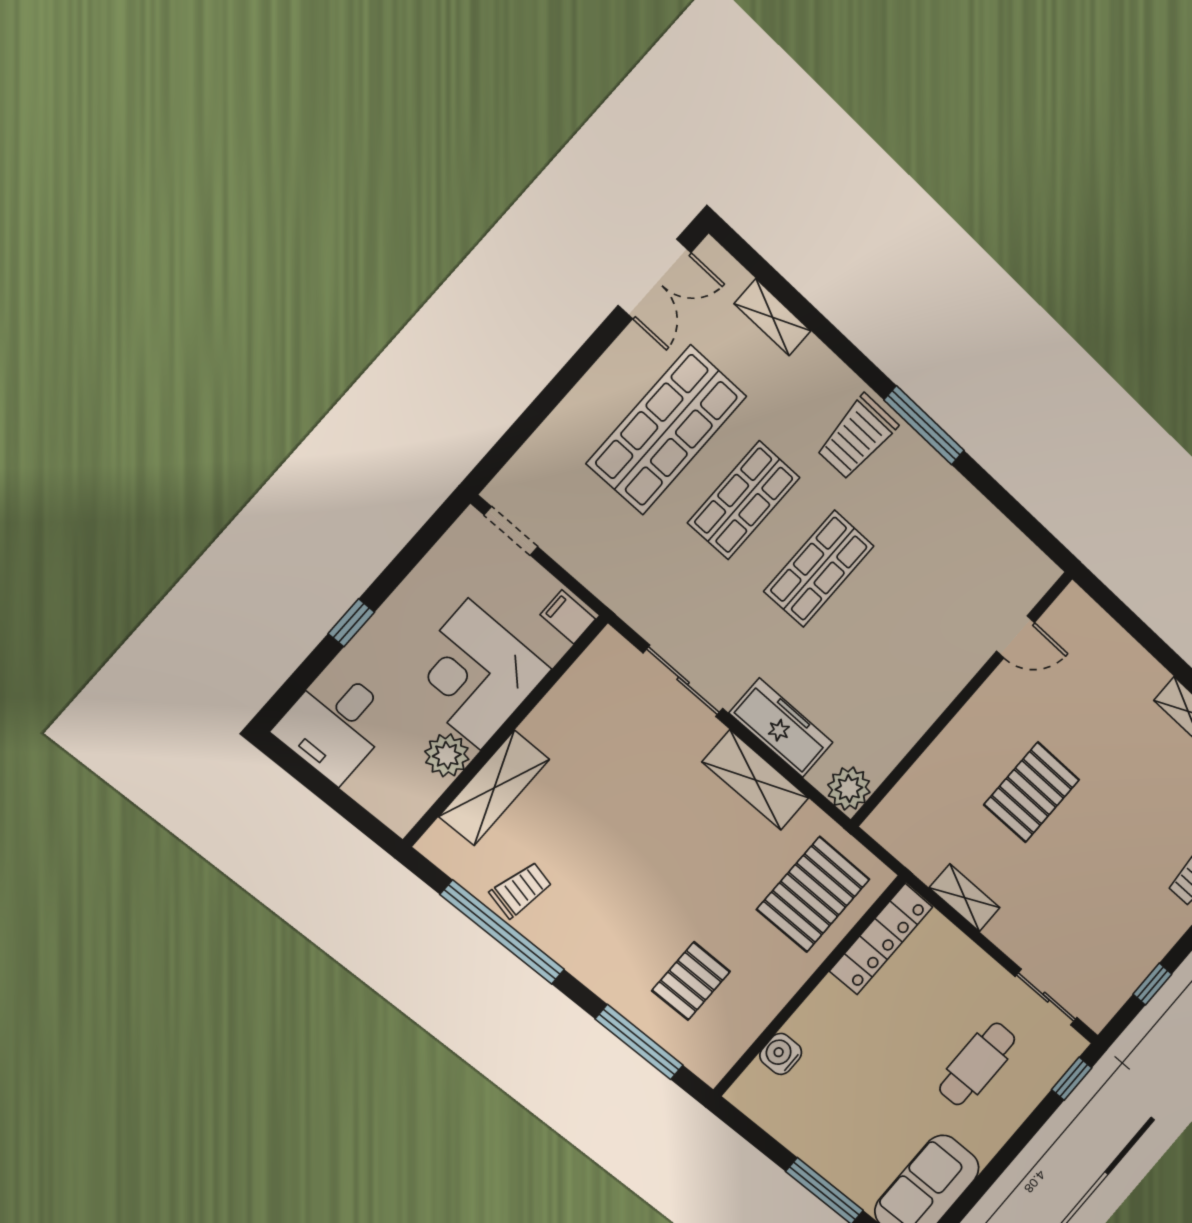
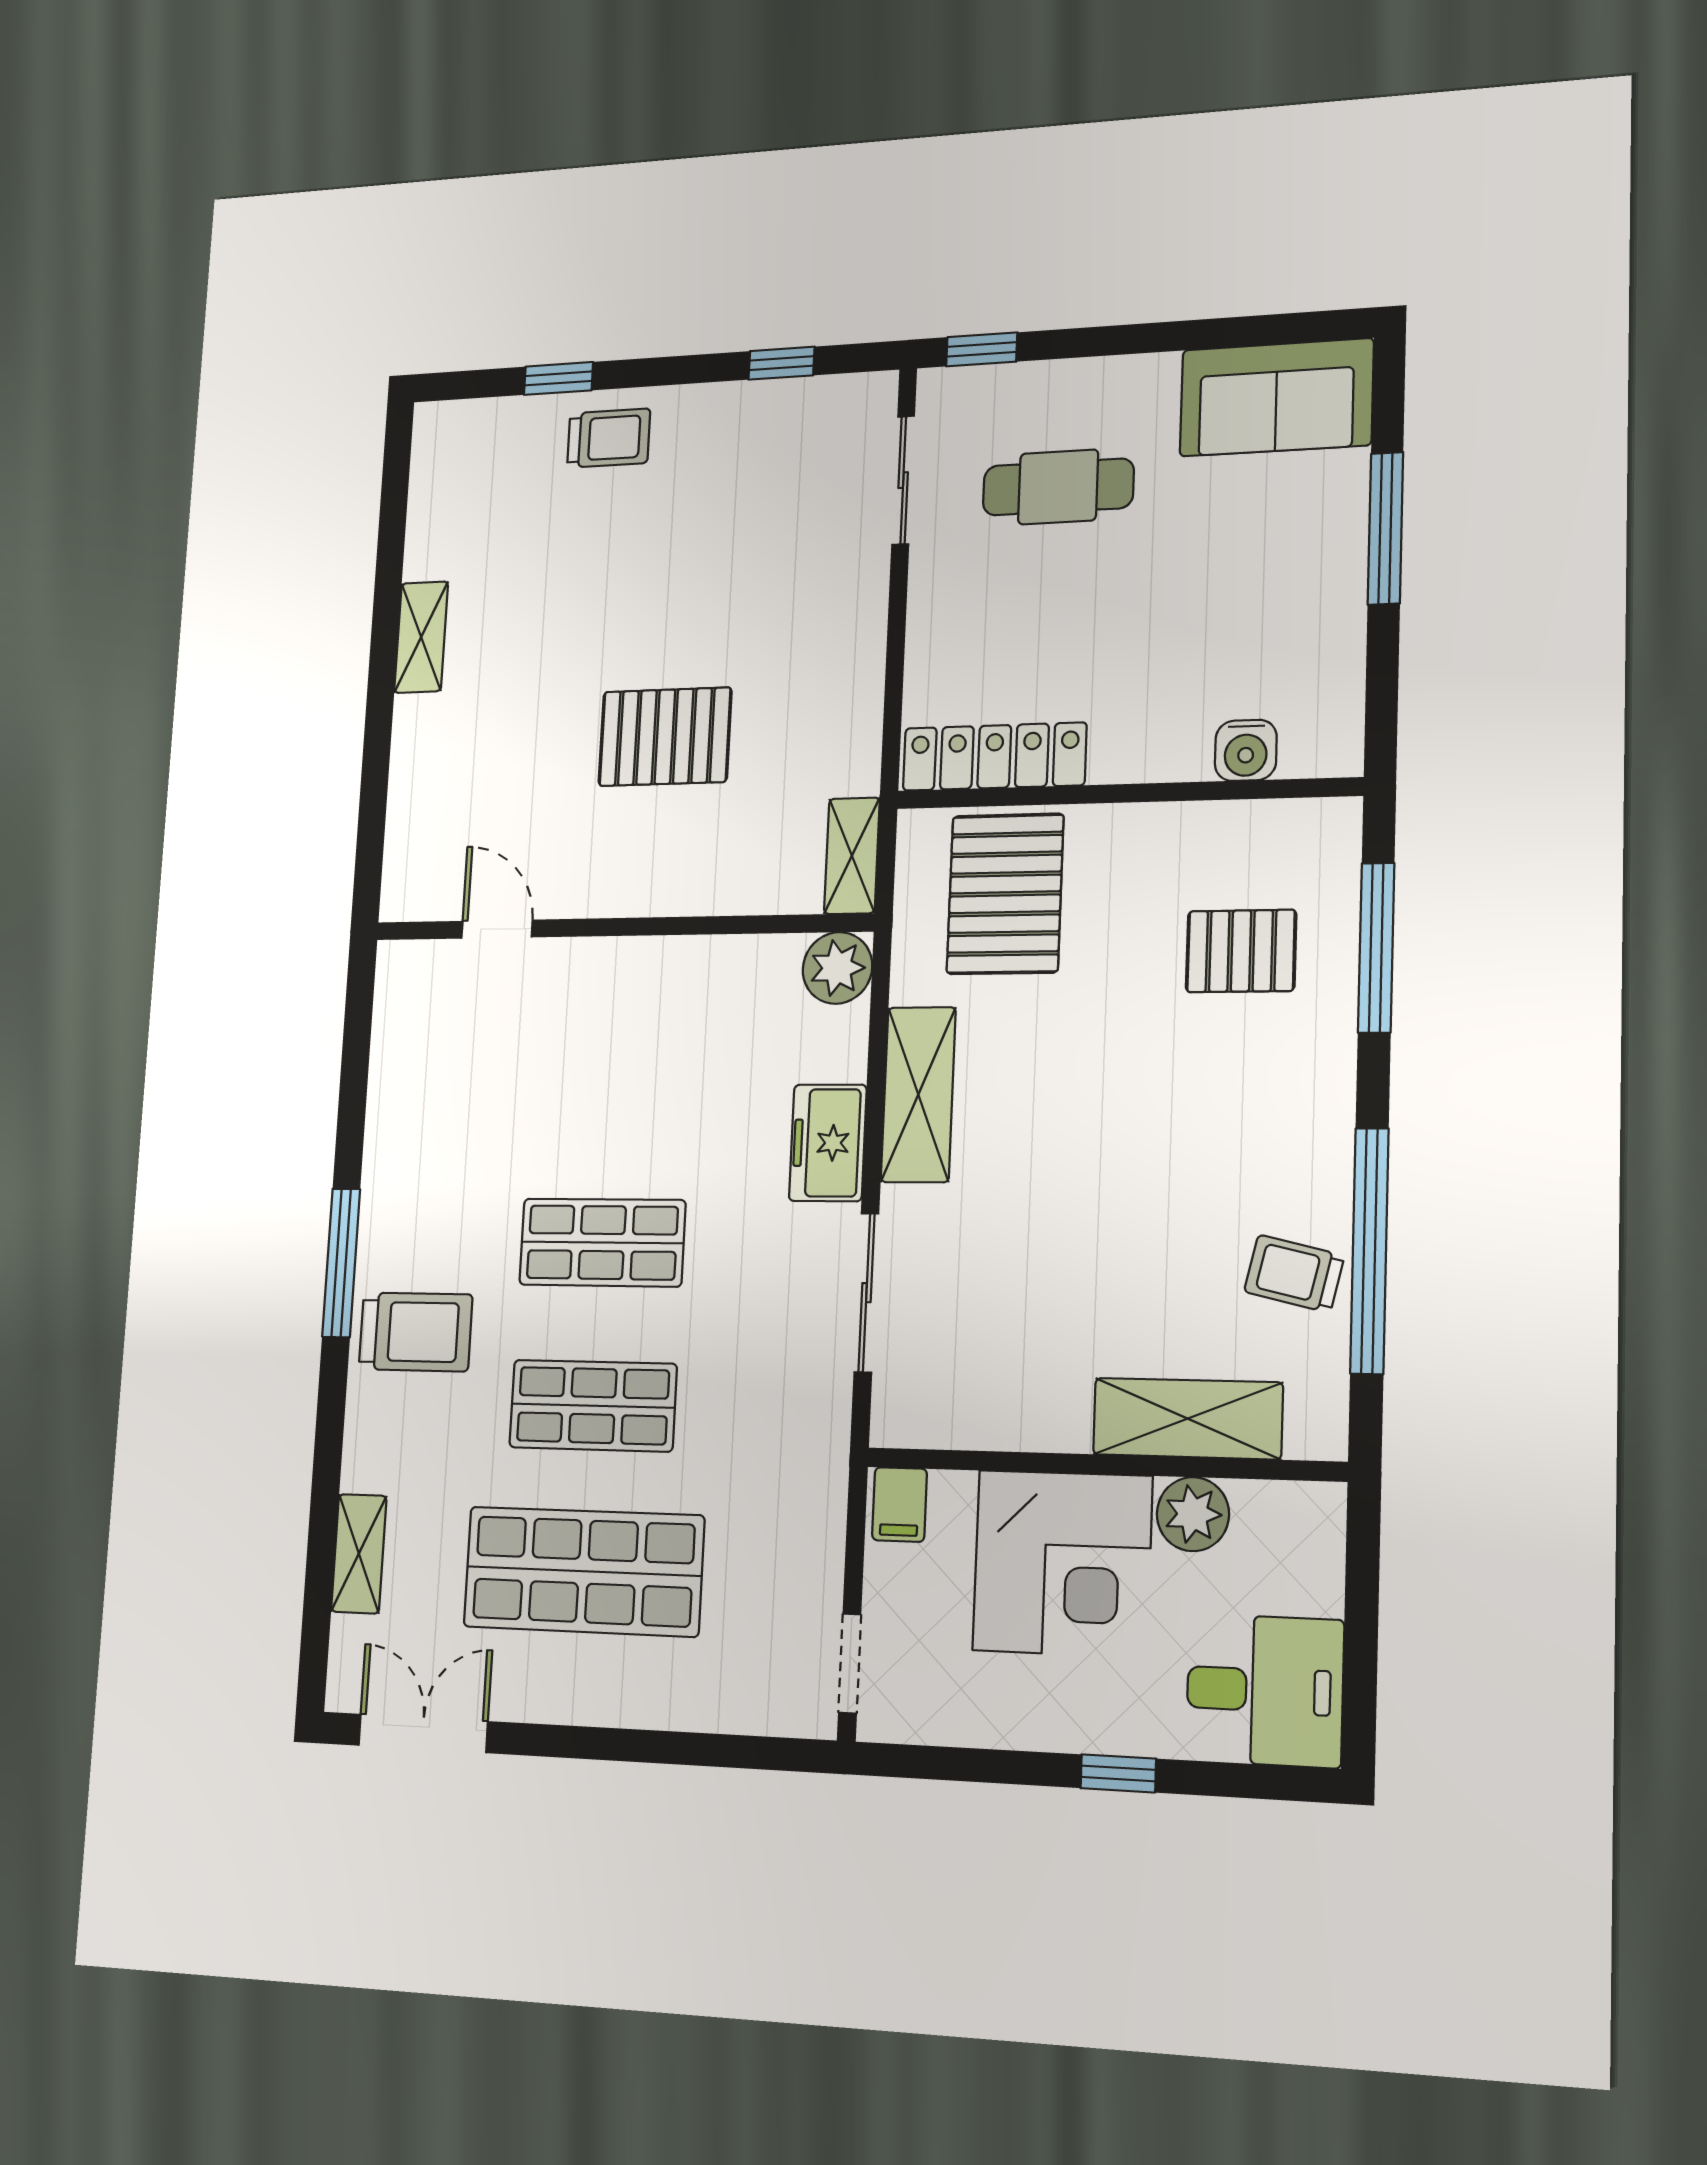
freezer: (781, 728) -> (828, 1143), width x0.71
pallet: (813, 894) -> (1005, 894), turned 90
shelving: (965, 898) -> (852, 856), moved

